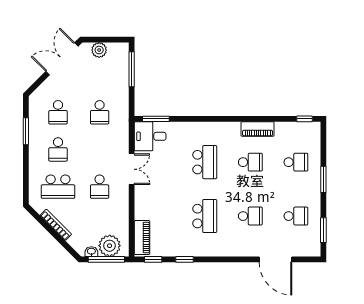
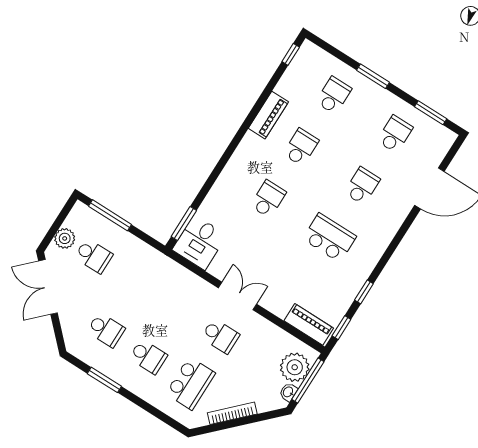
school desk: (100, 112) -> (94, 256), moved
school desk: (205, 162) -> (268, 199), width x0.54
double door: (132, 169) -> (238, 296), moved

